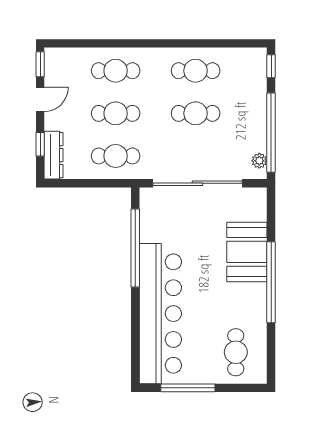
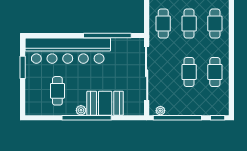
plant: (259, 292) -> (81, 110), added
cafe table: (236, 352) -> (57, 91), moved, turned 90
window: (188, 388) -> (23, 67), width x0.69

